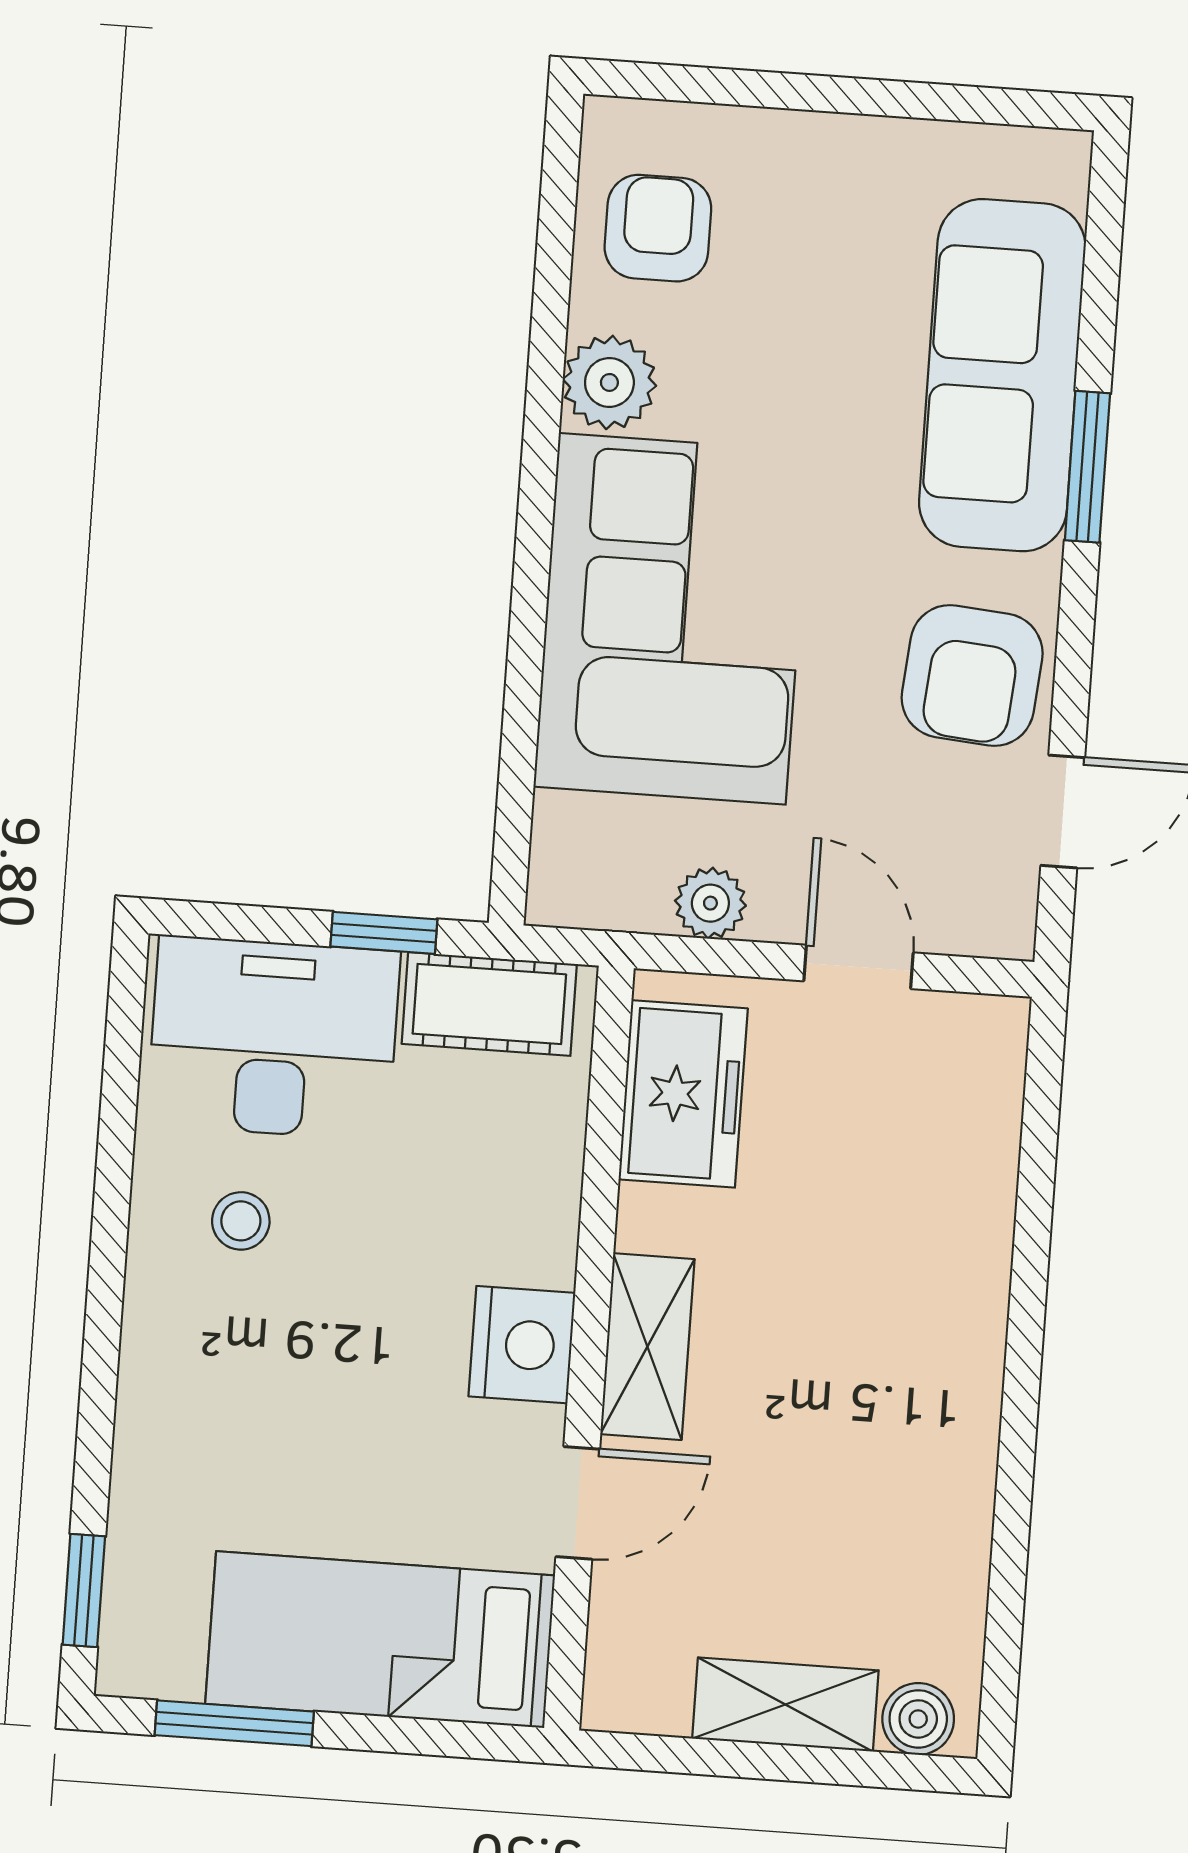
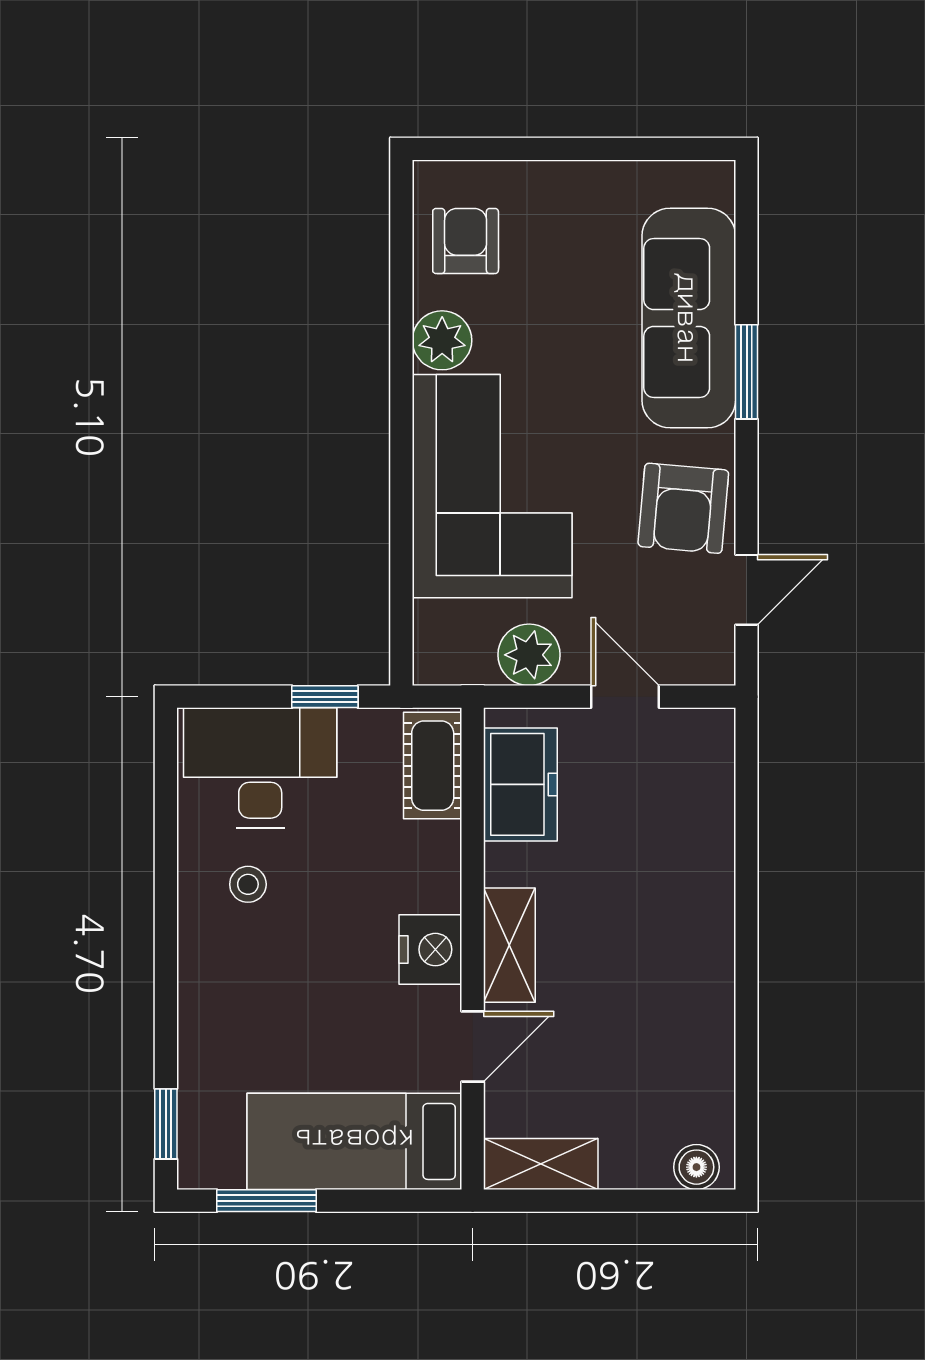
plant: (710, 903) -> (529, 655), width x1.38, depth x1.38
cot: (489, 1004) -> (433, 766), moved, turned 90
shelving: (785, 1704) -> (541, 1164), moved

